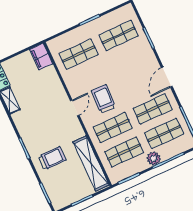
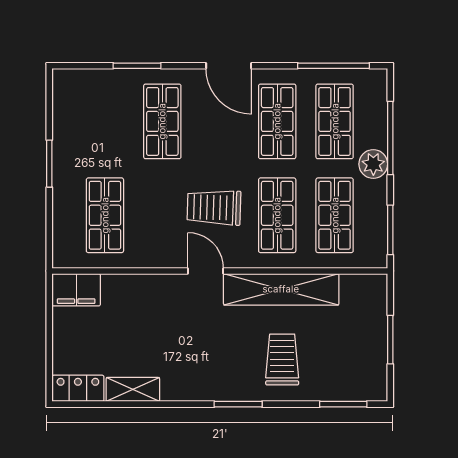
shop shelf: (119, 35) -> (162, 121), moved
shelving: (91, 163) -> (281, 289), moved

